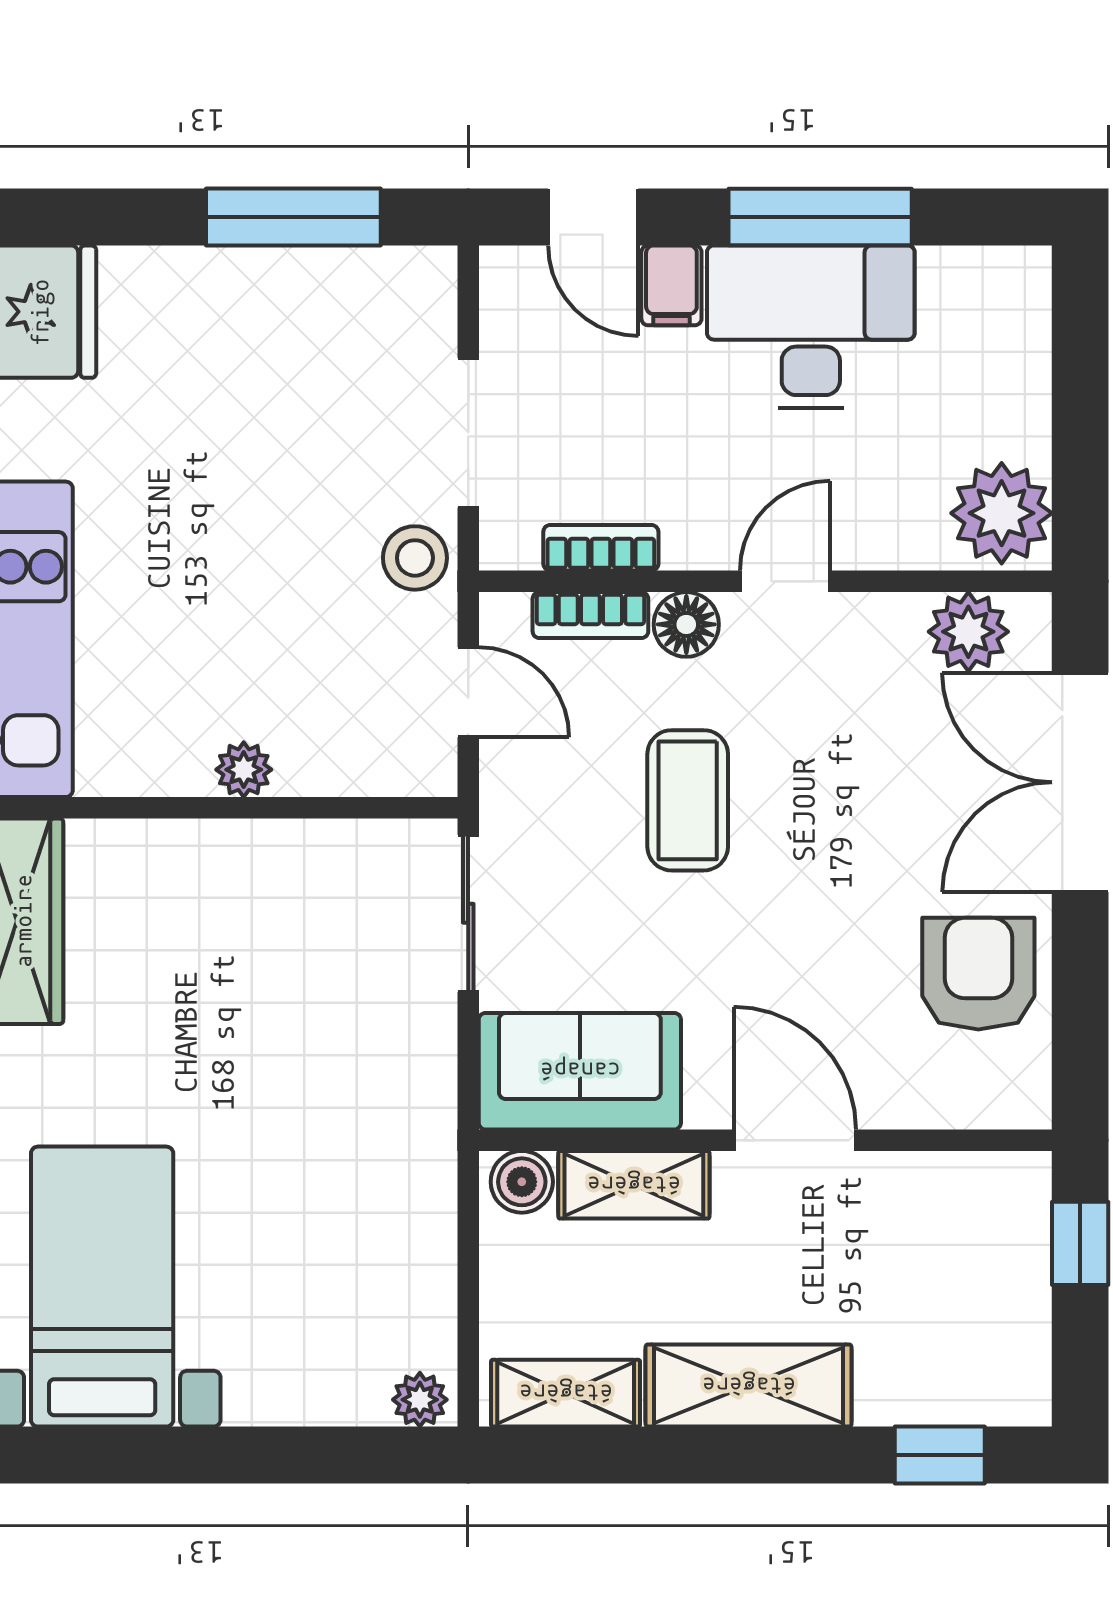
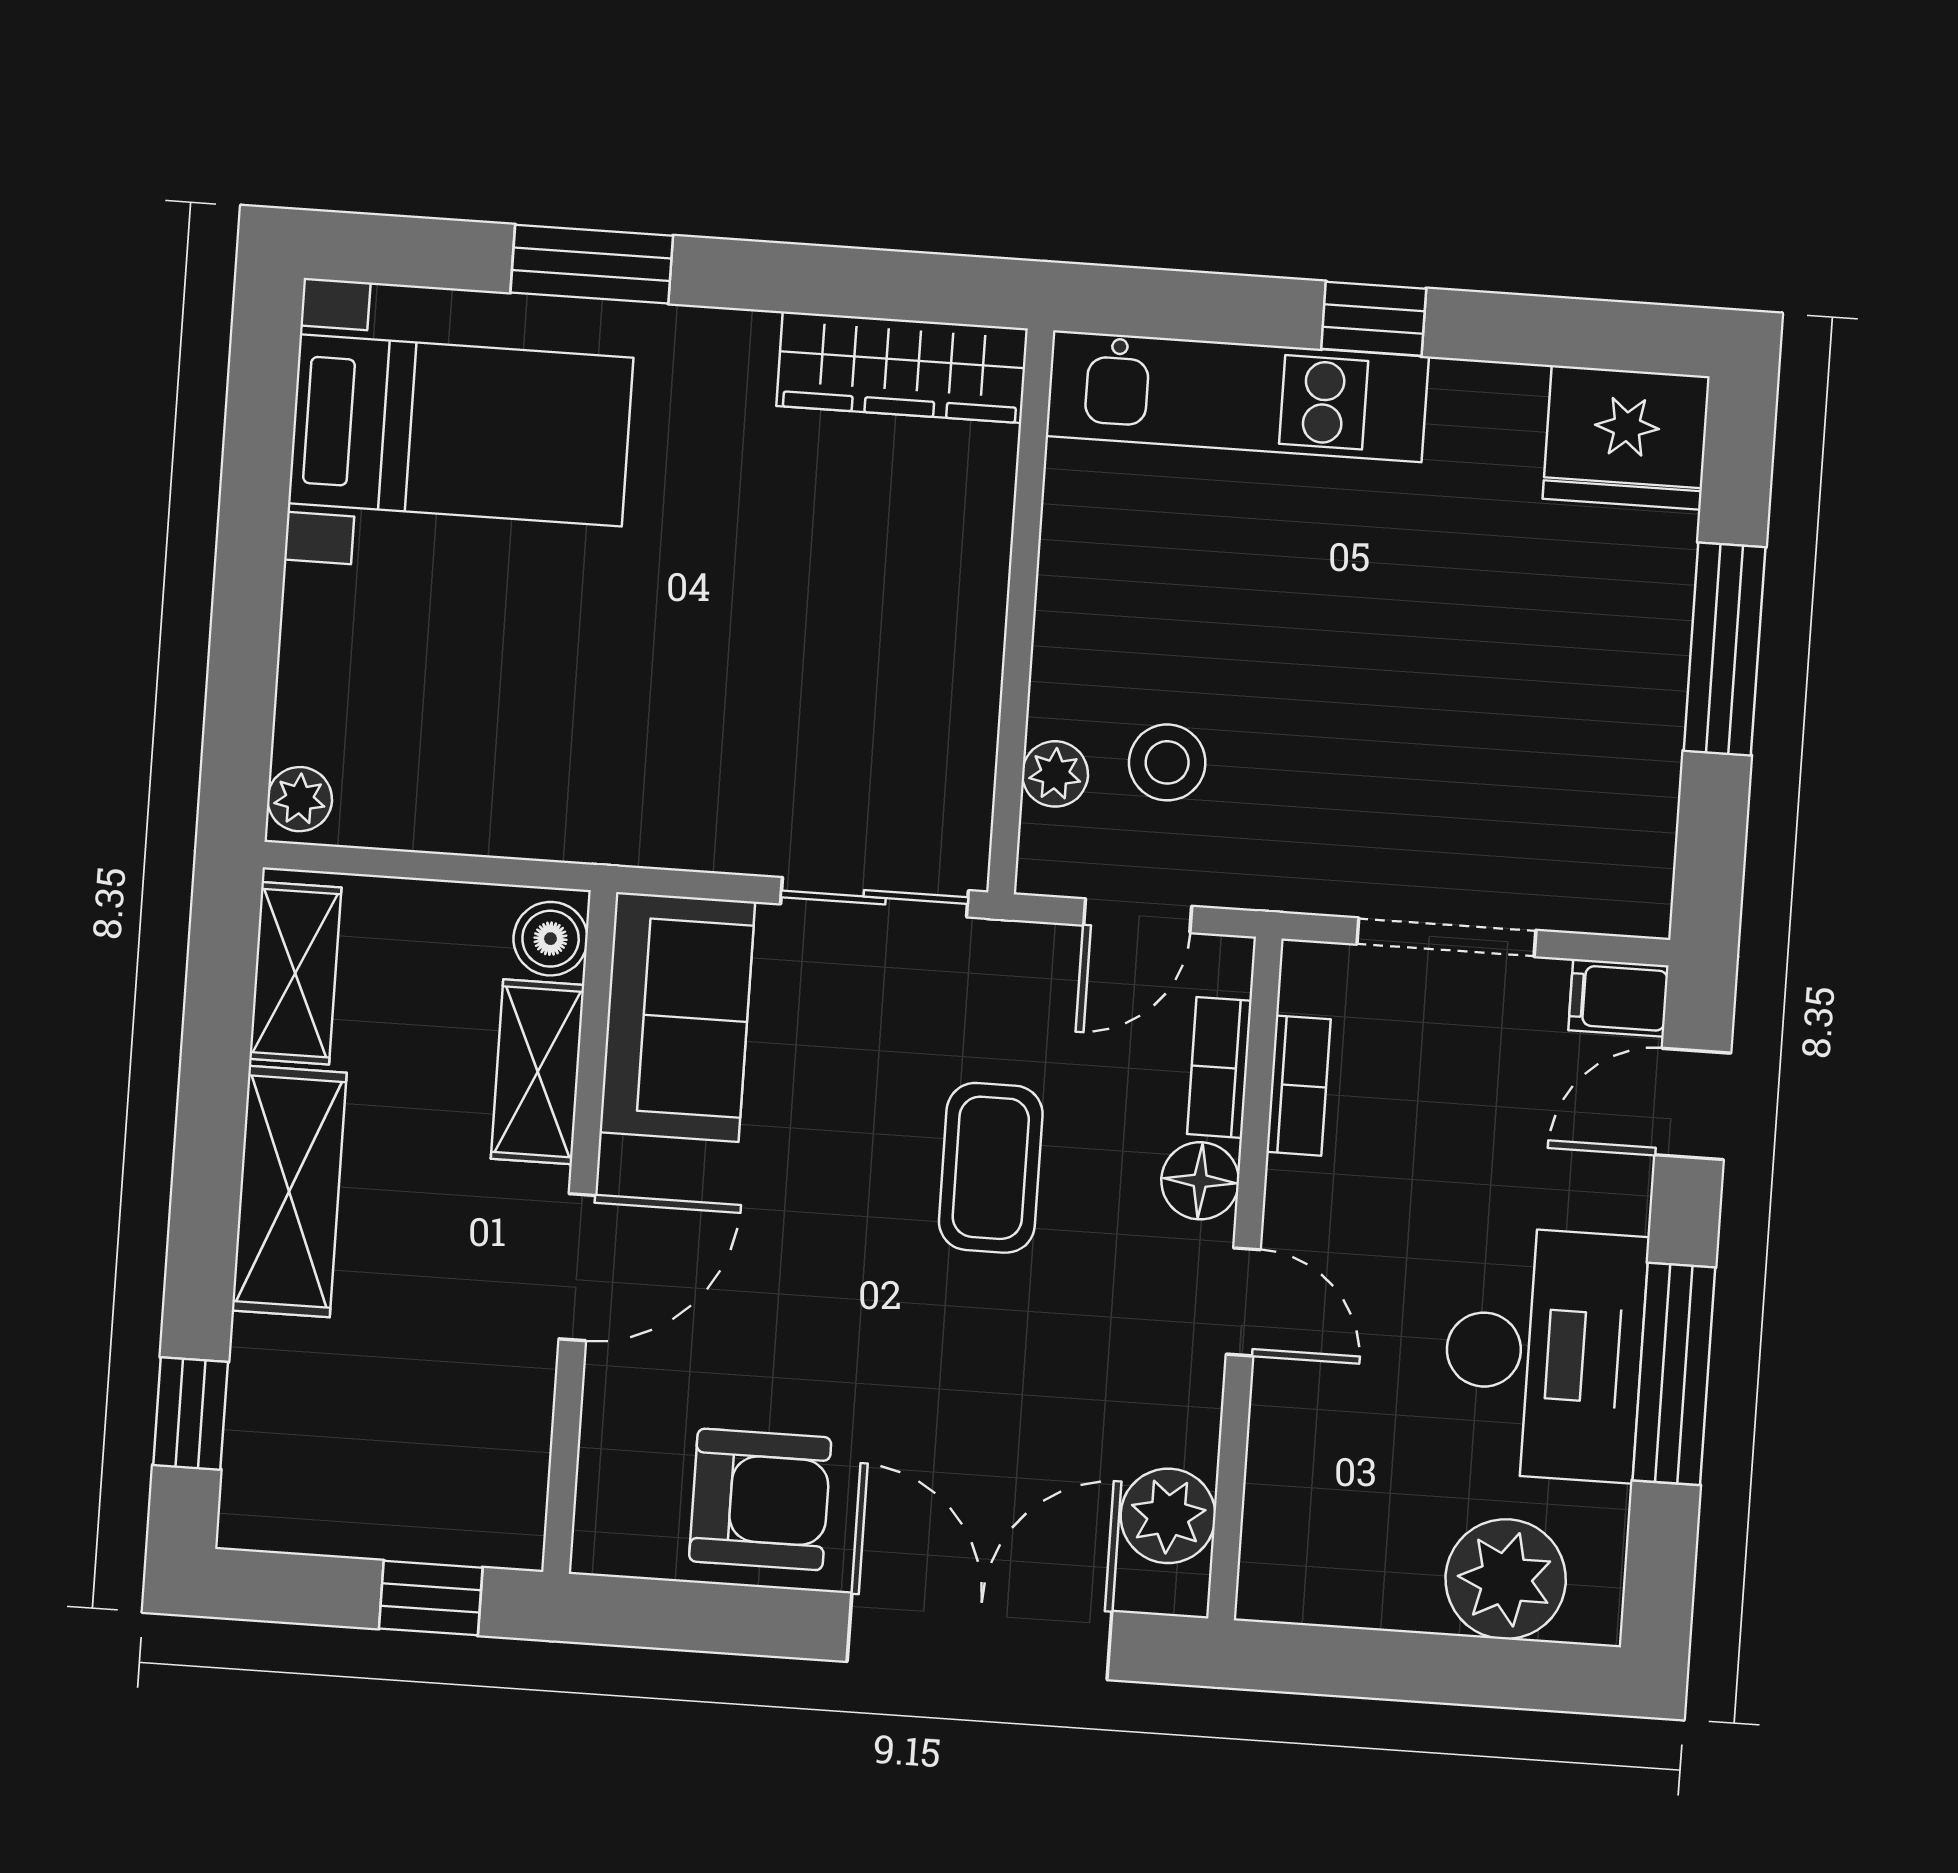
window: (293, 217) -> (1725, 649), moved
filing cabinet: (671, 285) -> (1618, 998), moved
plant: (1002, 513) -> (1506, 1579), moved
stool: (415, 558) -> (1167, 762), moved
plant: (244, 770) -> (1055, 774), moved
coffee table: (688, 800) -> (991, 1168), turned 90

